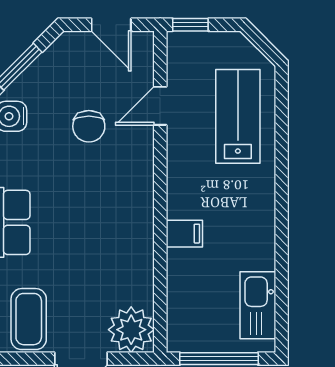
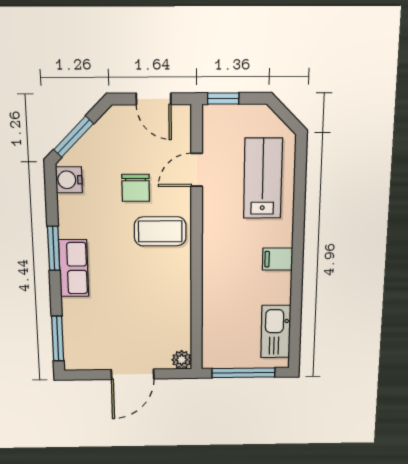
filing cabinet: (184, 234) -> (277, 259), moved, turned 180
coffee table: (29, 319) -> (160, 231), moved, turned 90
plant: (131, 330) -> (182, 360), width x0.53, depth x0.53

